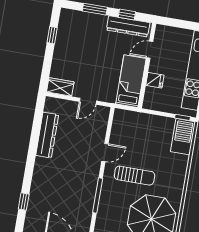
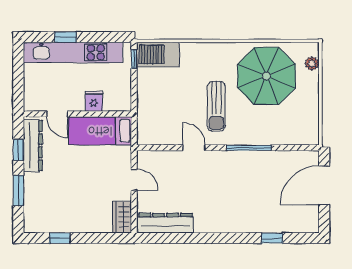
dresser: (47, 135) -> (166, 223), moved
sun lounger: (135, 176) -> (216, 106), turned 180

